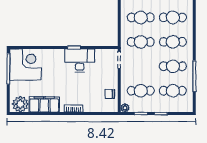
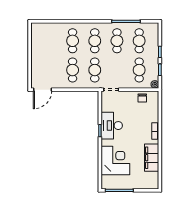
corner desk: (25, 65) -> (115, 160), moved, turned 90
plant: (20, 104) -> (151, 180), removed

